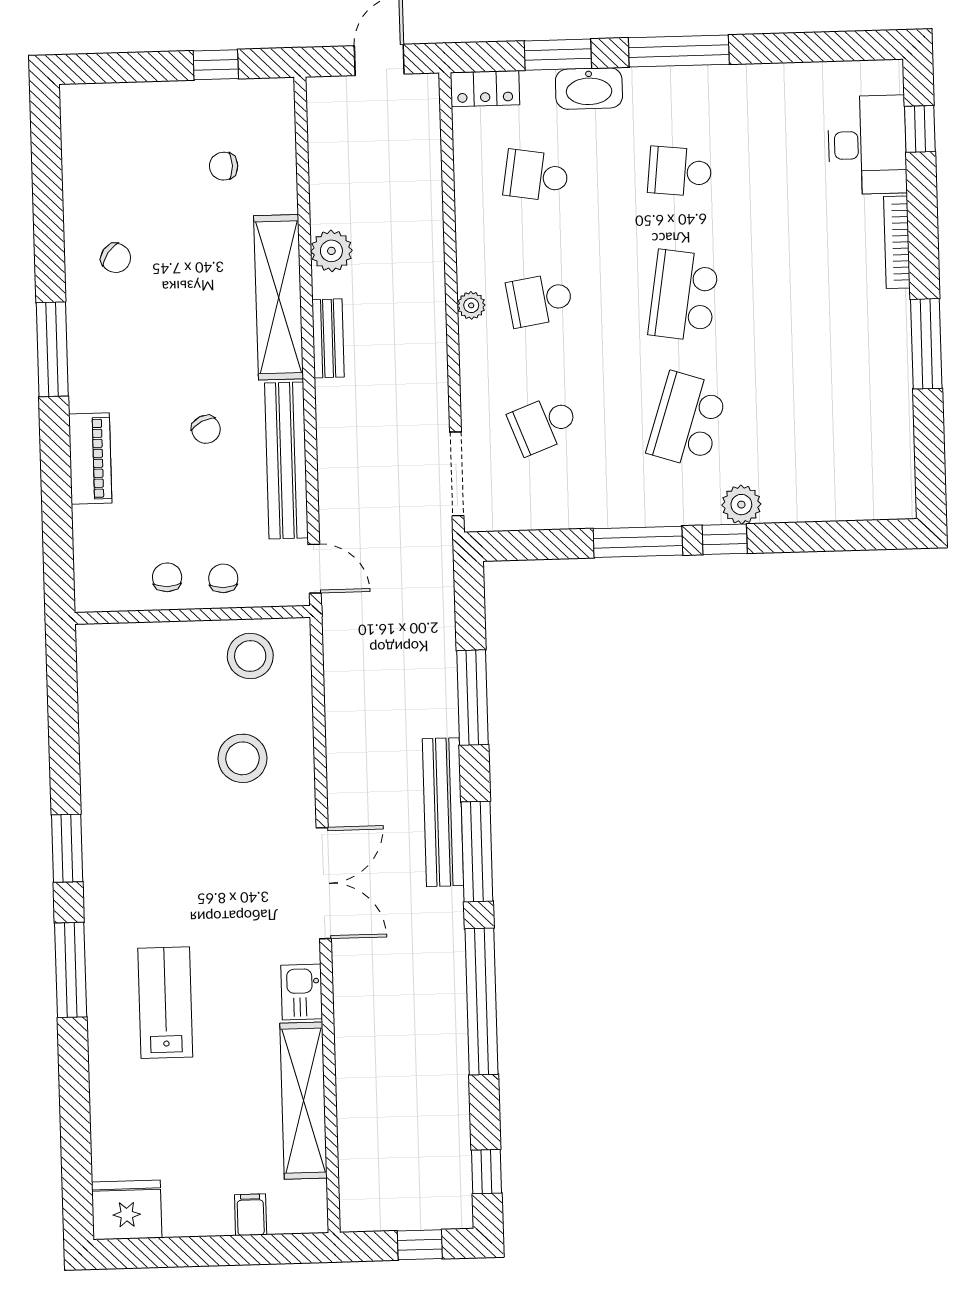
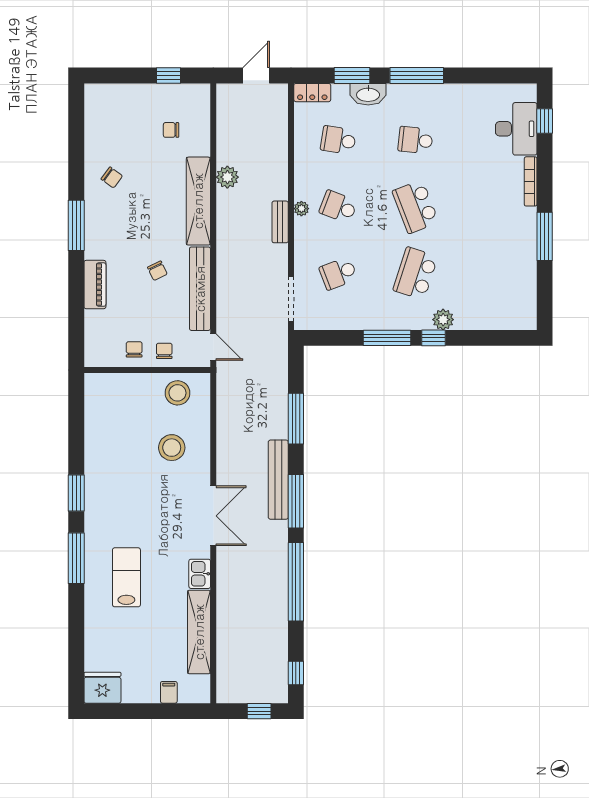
school desk: (684, 296) -> (415, 207), turned -30
school desk: (540, 300) -> (338, 207), turned 30
bench: (328, 338) -> (280, 222), moved

